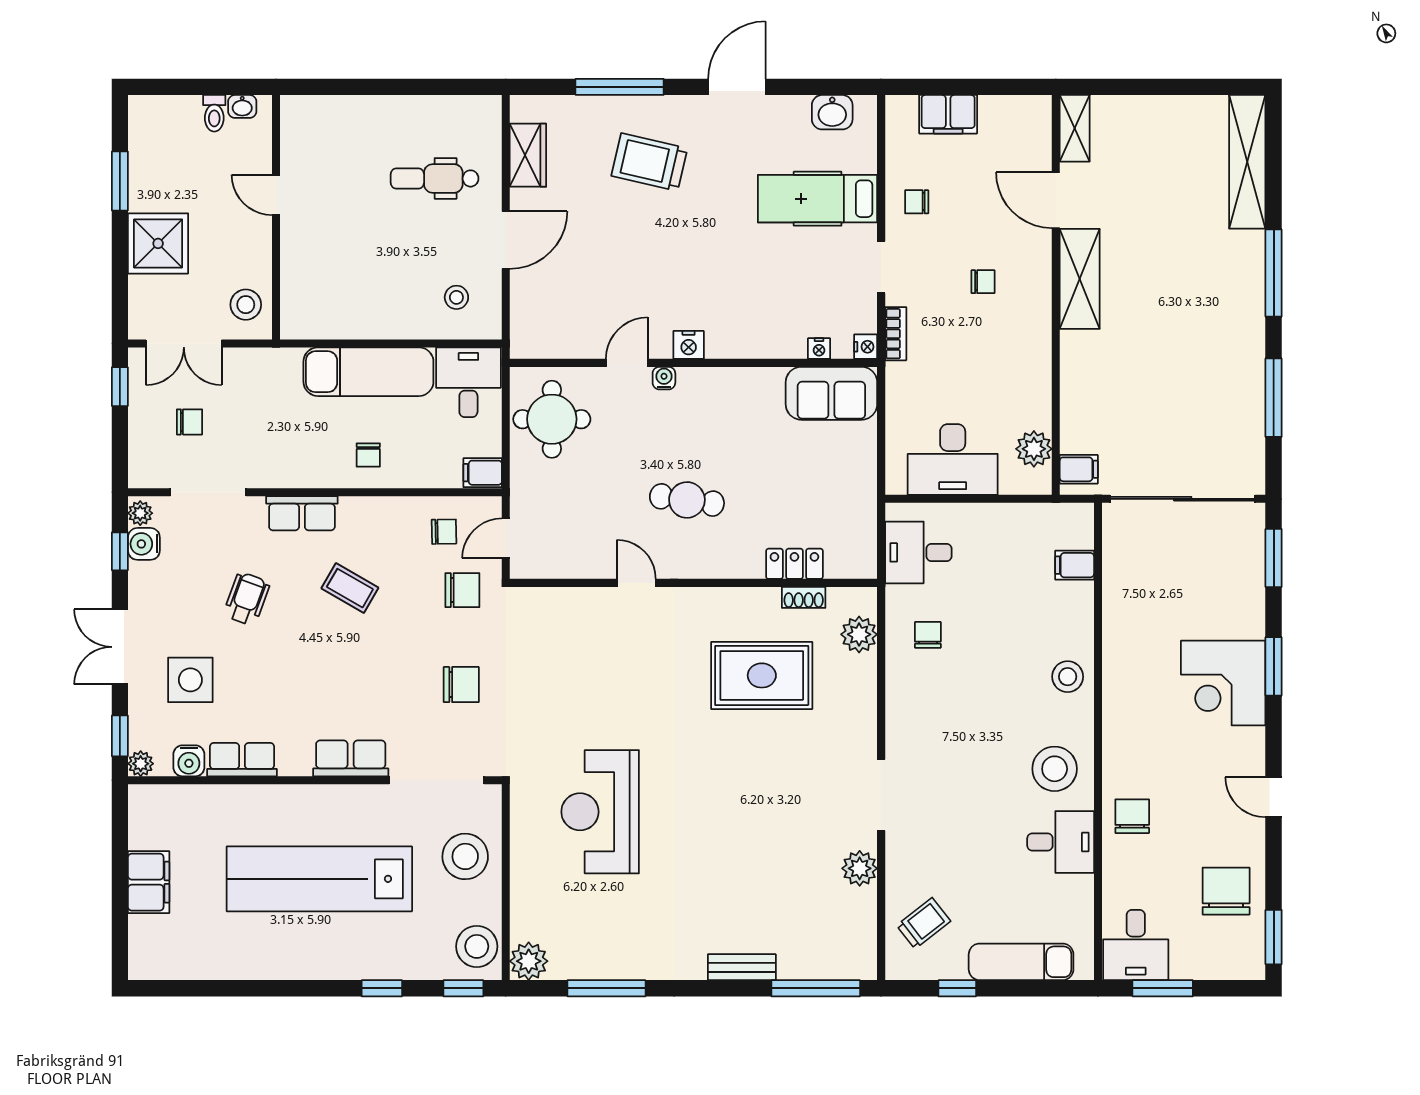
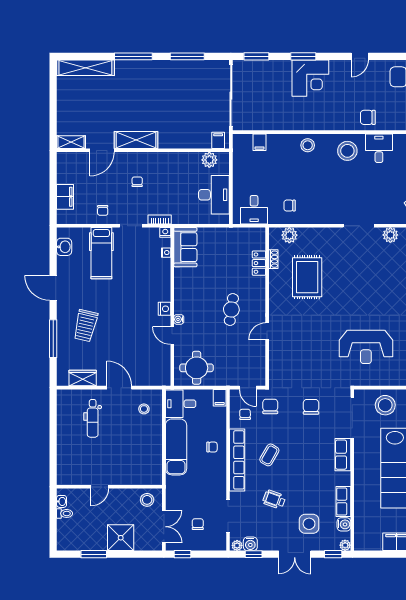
row of seats: (302, 513) -> (237, 460), width x2.02

